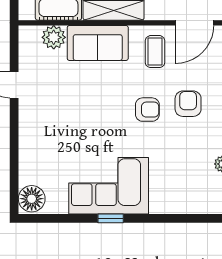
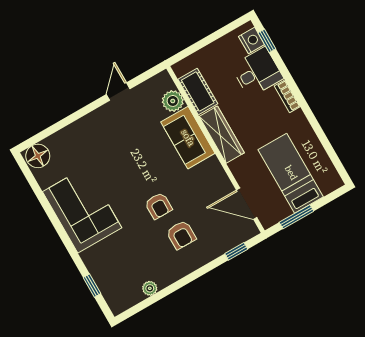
coffee table: (155, 52) -> (207, 186), removed
armchair: (188, 104) -> (181, 235), turned 90
window: (111, 218) -> (92, 286), moved

